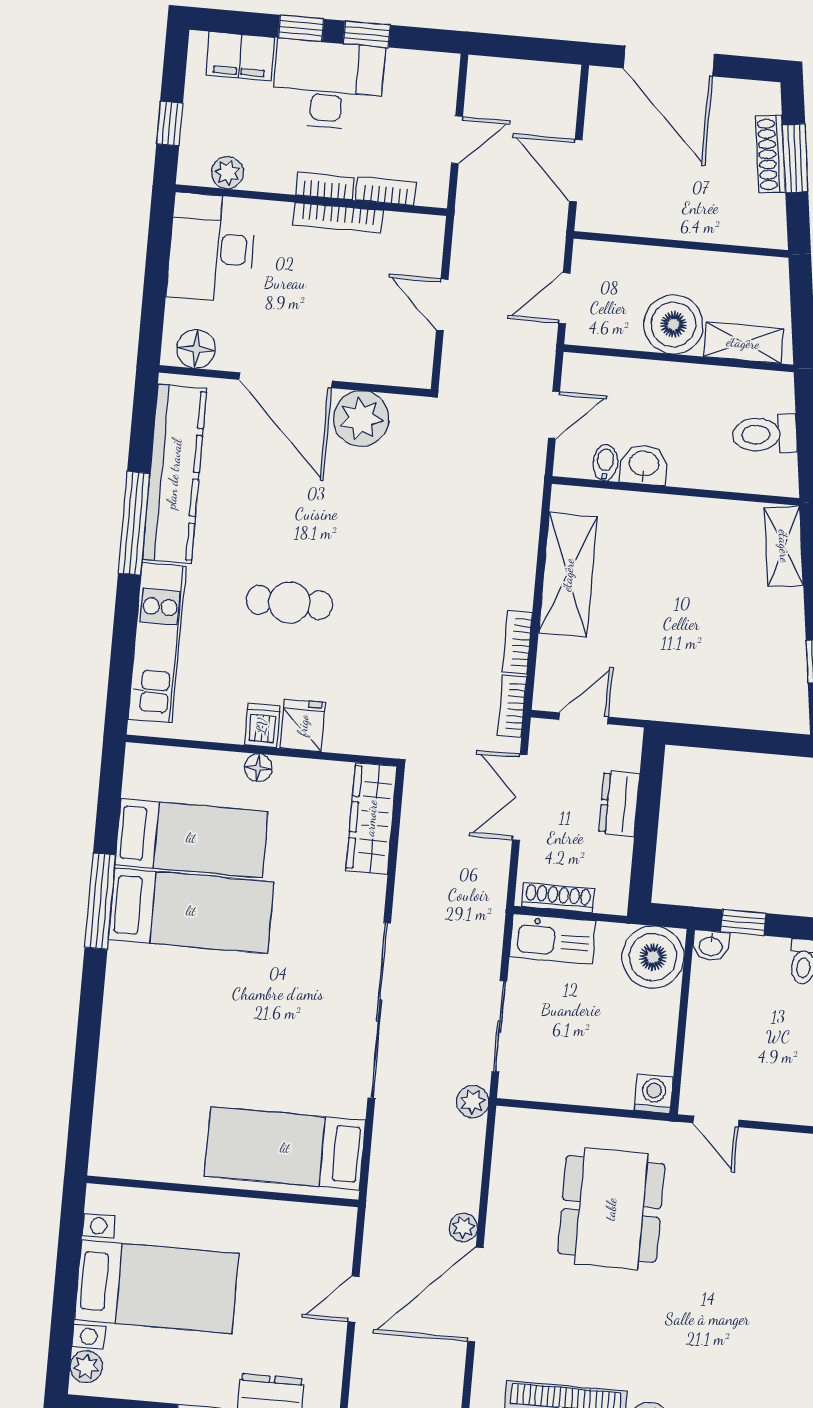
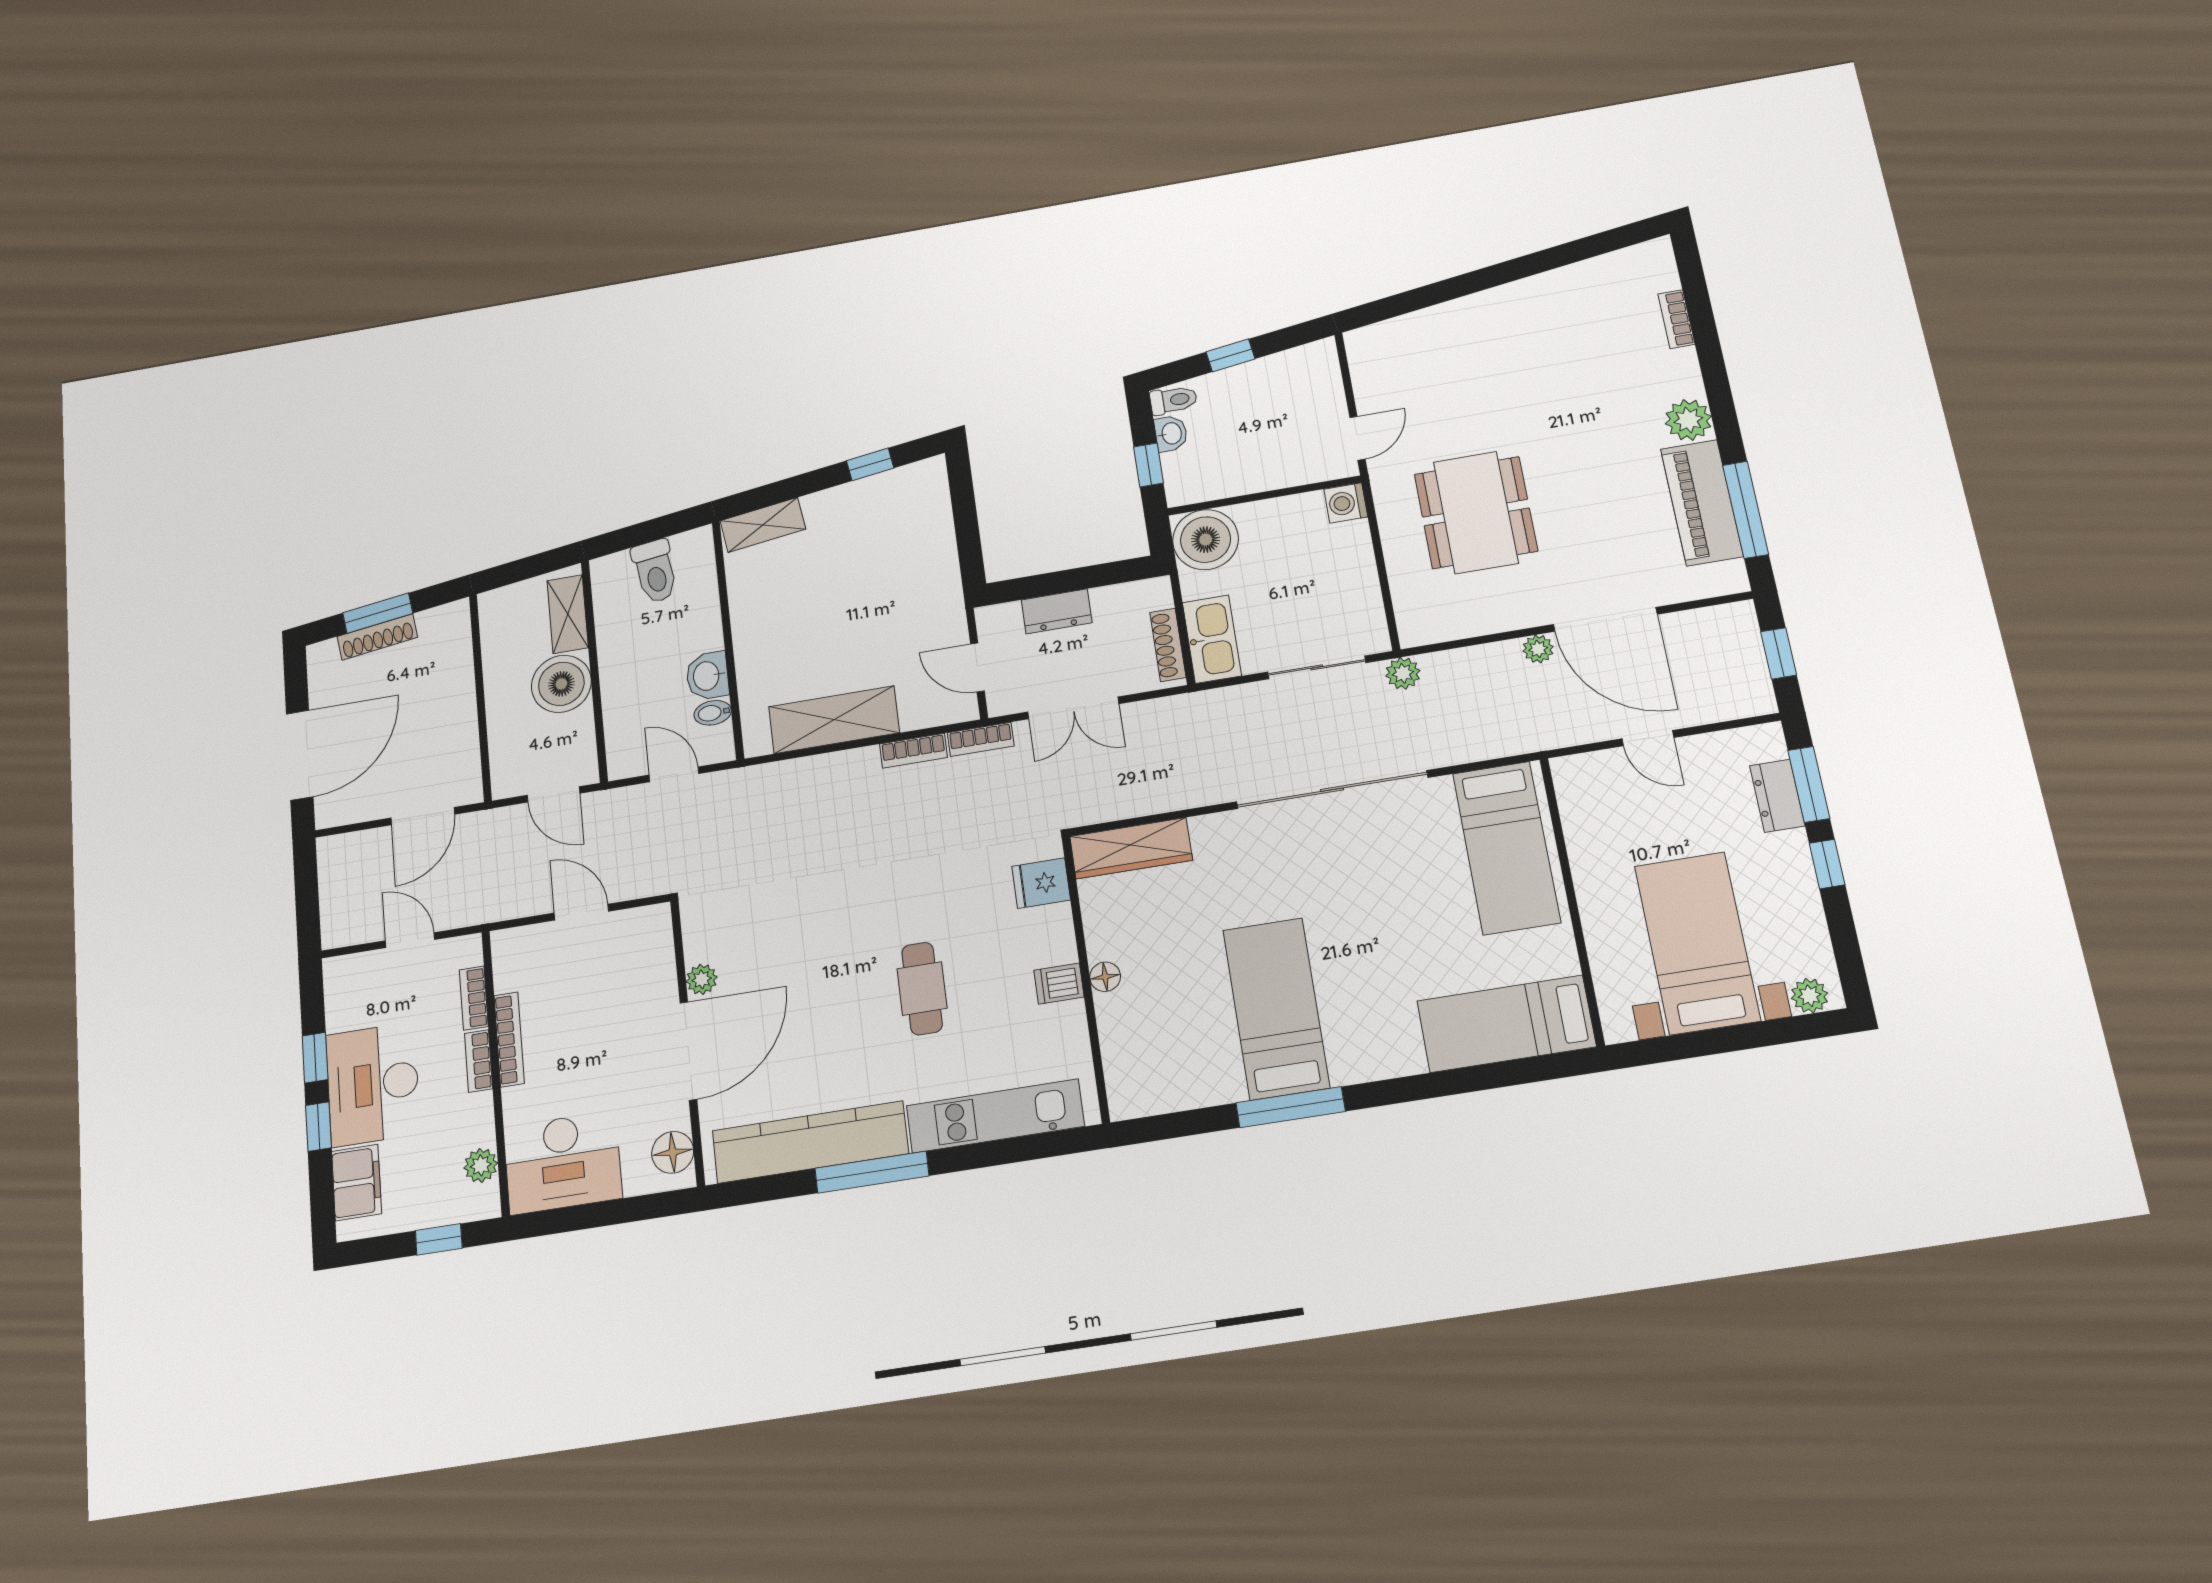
door: (442, 305) -> (581, 912), swing flipped
plant: (361, 419) -> (702, 979), width x0.53, depth x0.53
fridge: (303, 725) -> (1041, 883), moved
bed: (191, 838) -> (1506, 1024), moved, turned -90
washbasin: (711, 946) -> (1171, 433), moved
dining table: (611, 1209) -> (1476, 512), turned 90

